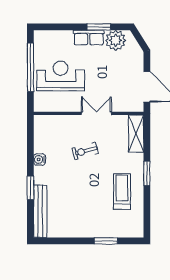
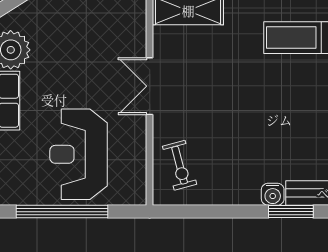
exercise bike: (85, 151) -> (180, 165), moved
water cooler: (40, 159) -> (273, 194), moved

